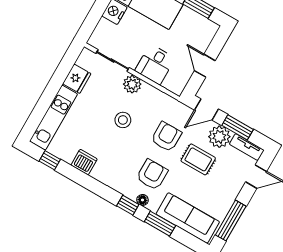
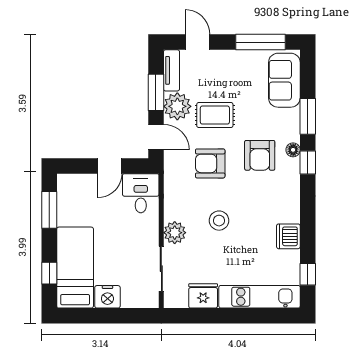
desk: (155, 64) -> (141, 193), moved, turned -90
rug: (198, 159) -> (215, 115), turned 90
armchair: (152, 175) -> (260, 155), turned -90
sofa: (188, 218) -> (284, 80), width x0.73

